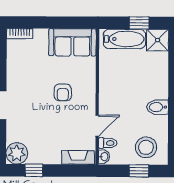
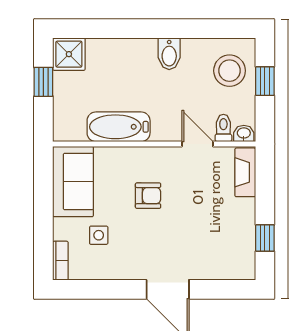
bathtub: (124, 39) -> (119, 127), moved, turned -90
side table: (36, 59) -> (99, 235), added
plant: (17, 153) -> (239, 264), removed

